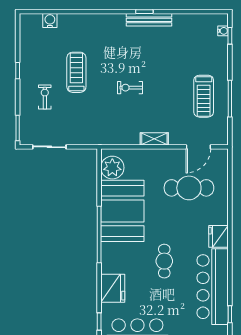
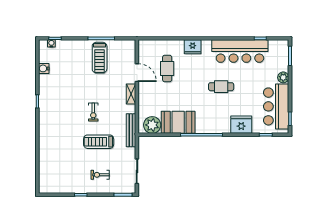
bench: (149, 20) -> (131, 130), moved
water cooler: (50, 21) -> (44, 68), moved
treadmill: (76, 72) -> (99, 142), moved
treadmill: (204, 96) -> (100, 58), turned 90
door: (198, 147) -> (137, 73), moved
cafe table: (189, 188) -> (167, 69), width x0.73, depth x0.74
booth: (122, 211) -> (178, 122), width x0.73, depth x0.70
fridge: (218, 236) -> (193, 47), moved

